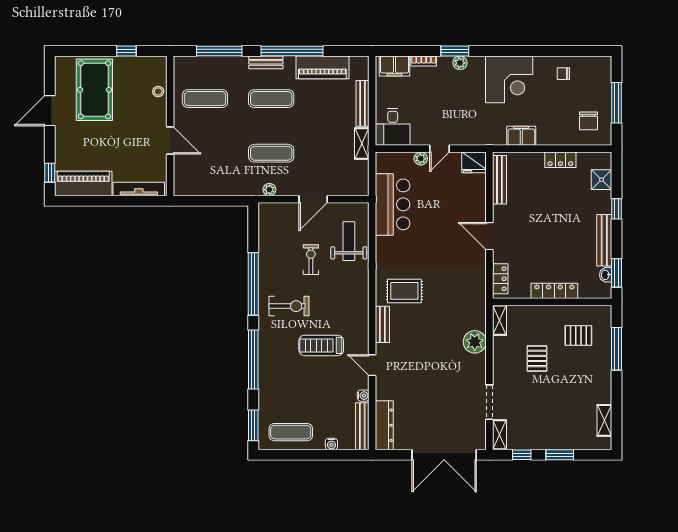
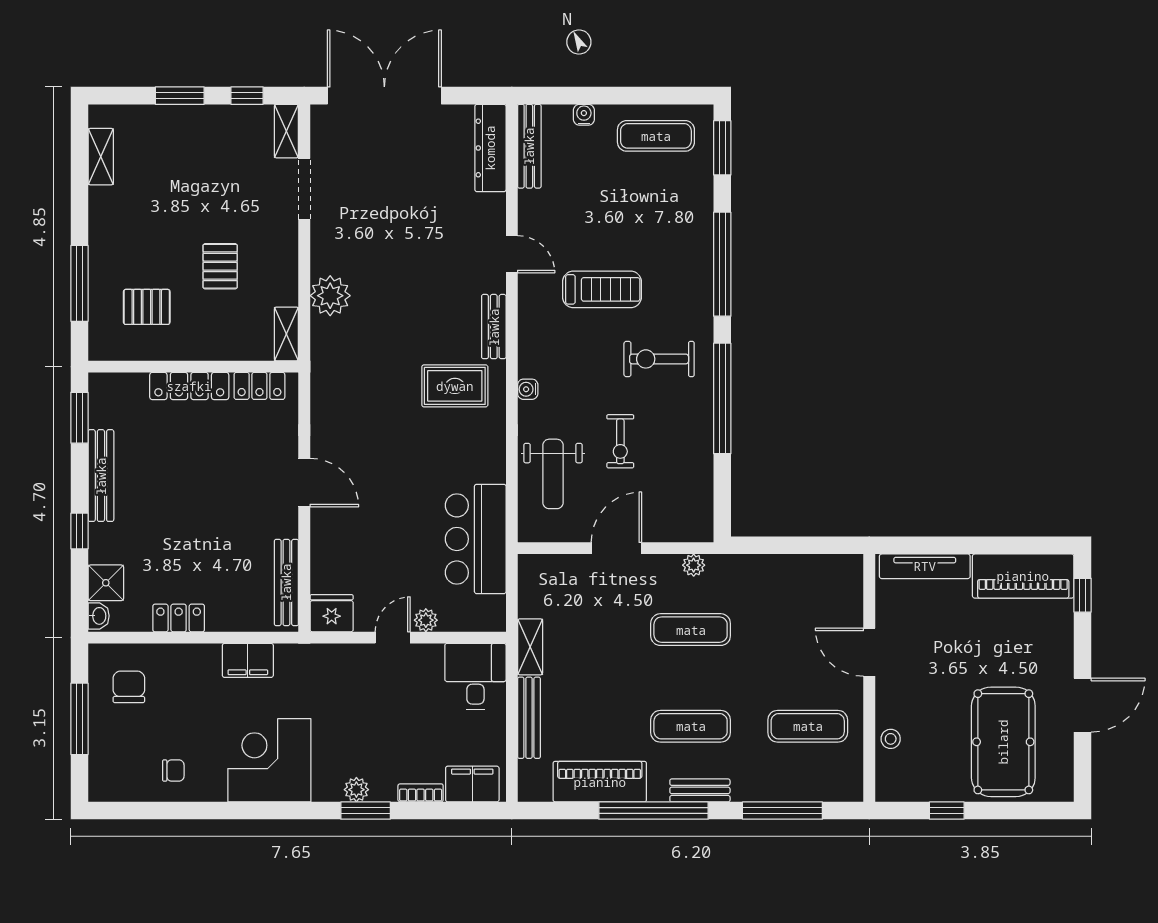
washbasin: (606, 275) -> (99, 616), moved
locker: (500, 279) -> (259, 386), moved, turned -90
water cooler: (363, 396) -> (528, 389), moved

